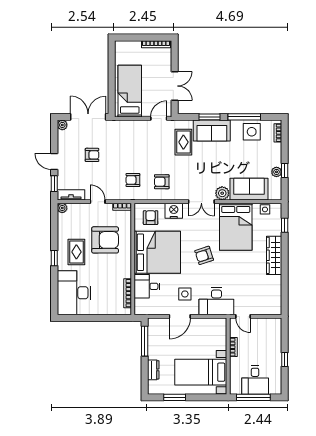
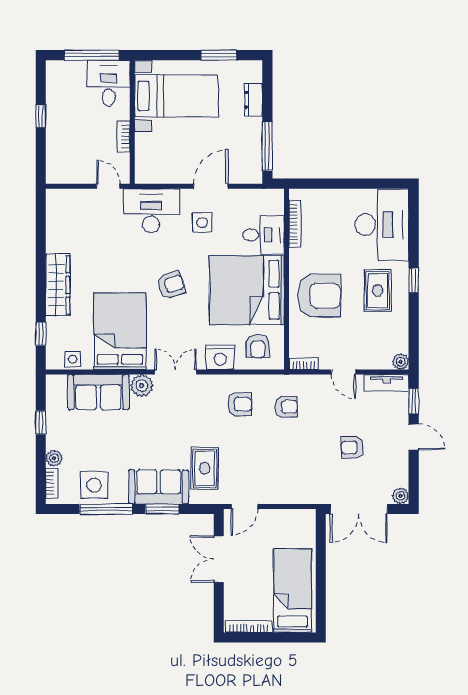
bed: (130, 91) -> (293, 591), moved, turned 180
plant: (276, 172) -> (54, 458), moved
armchair: (105, 240) -> (319, 296), moved, turned 180
desk: (255, 380) -> (109, 83), moved

